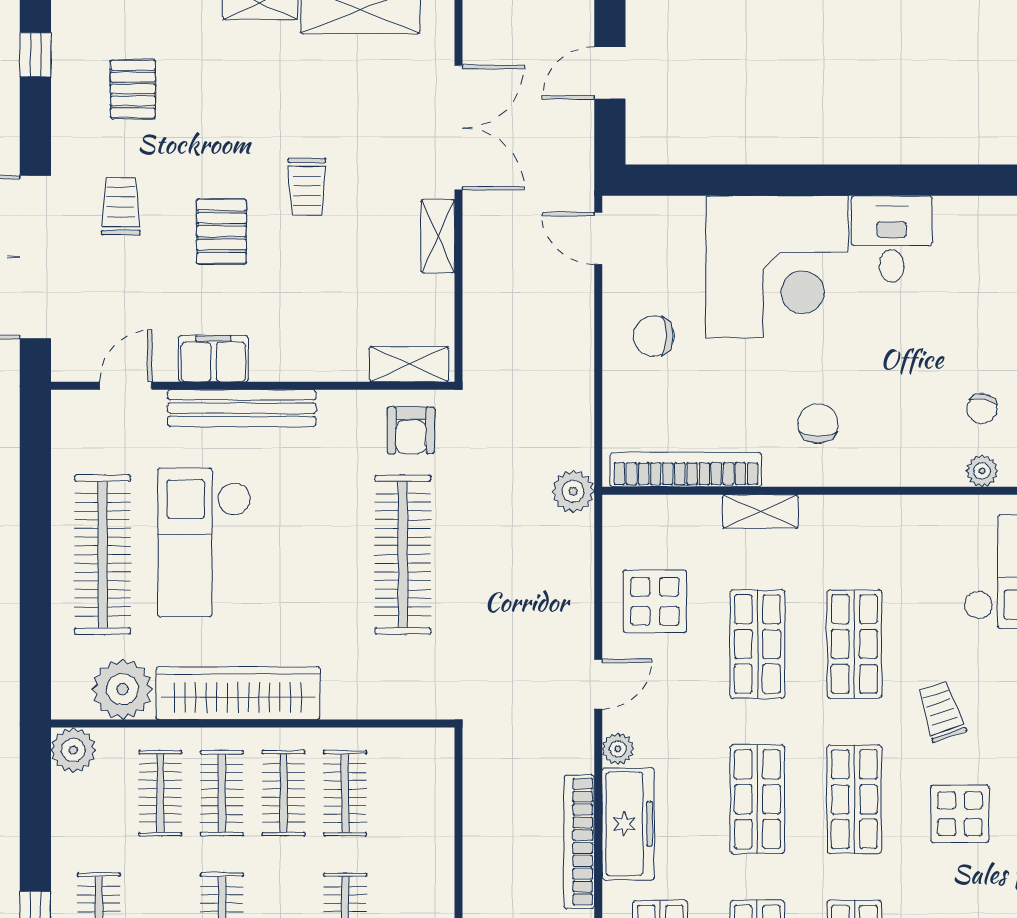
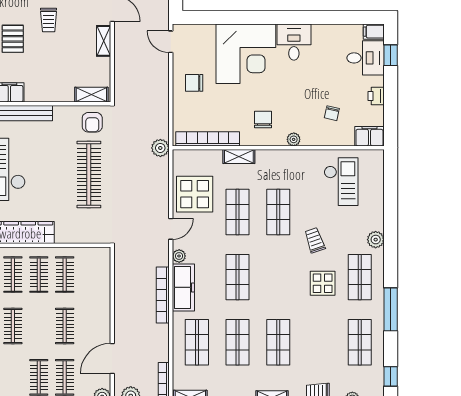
plant: (982, 471) -> (294, 139), moved
display table: (655, 601) -> (195, 194), width x1.36, depth x1.36
shop shelf: (854, 799) -> (278, 277), removed

